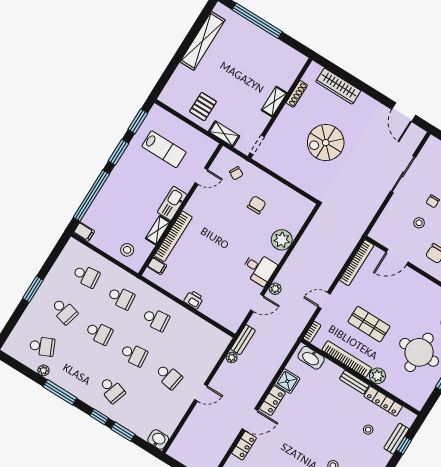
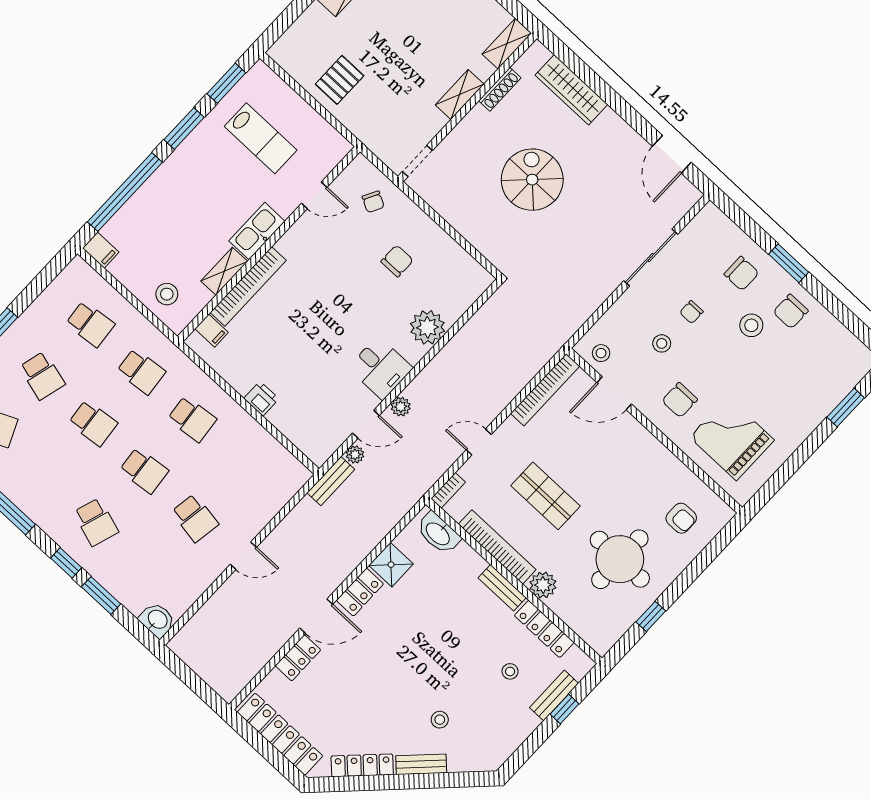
shelving: (224, 134) -> (507, 44), moved, turned 90
spiral stairs: (326, 143) -> (532, 180), turned 90
stool: (385, 235) -> (601, 353), added
plant: (232, 357) -> (355, 454), moved

